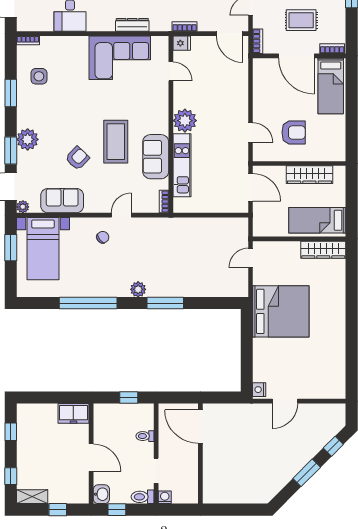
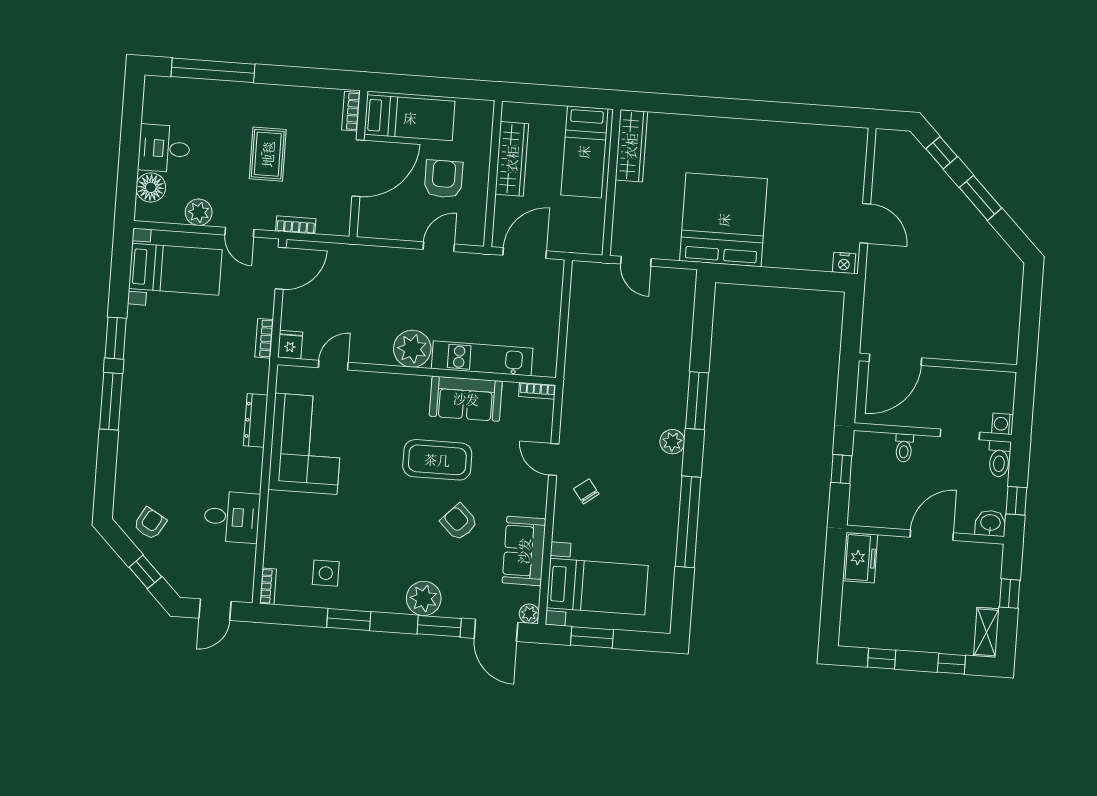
bookcase: (332, 49) -> (351, 111), moved
door: (296, 56) -> (358, 168), moved
wall: (299, 56) -> (358, 164), moved
bed: (331, 86) -> (410, 118), moved

